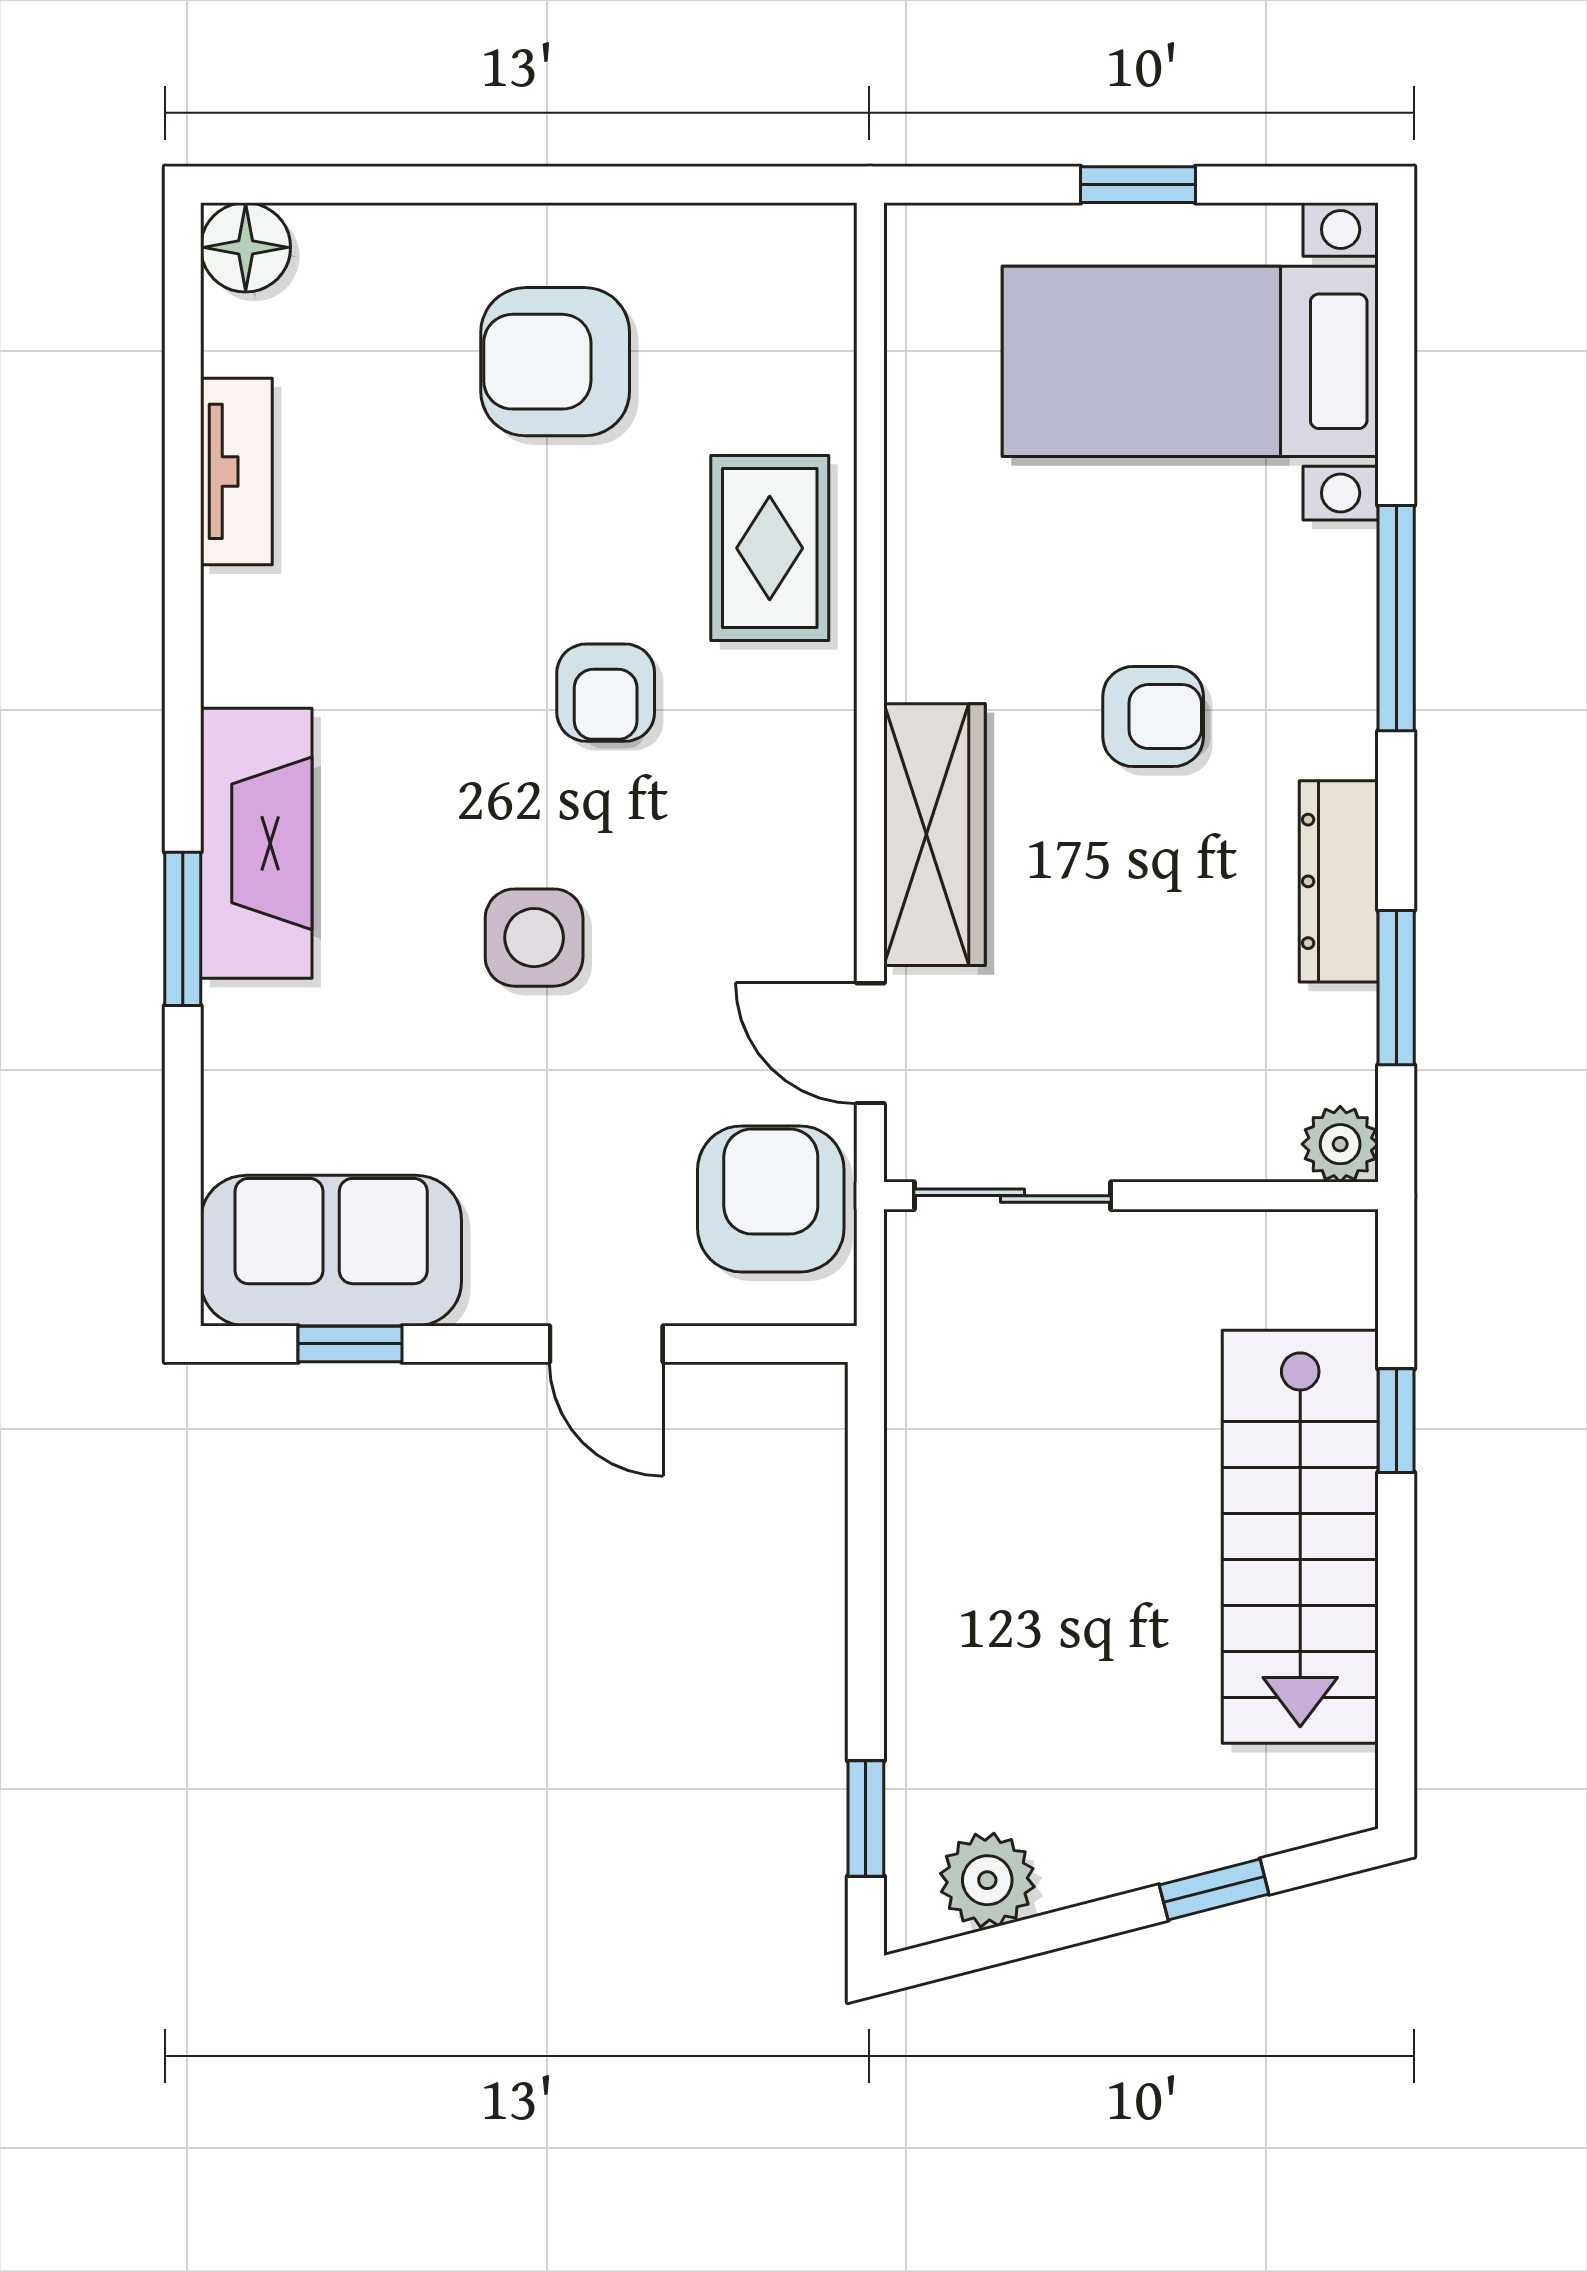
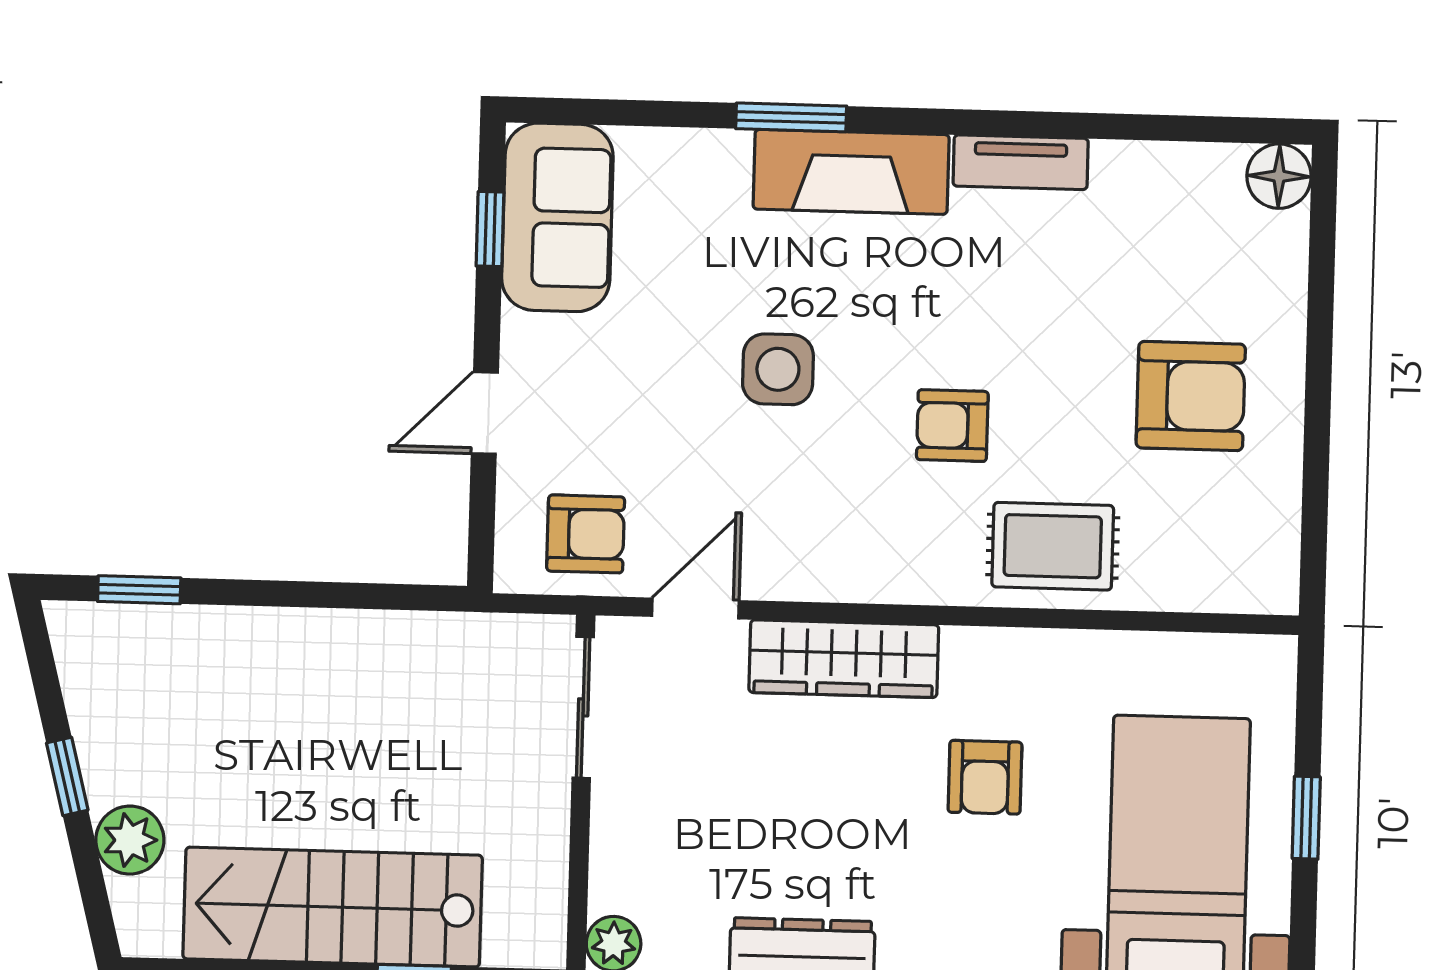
armchair: (555, 362) -> (1191, 396), turned 90
tv unit: (236, 471) -> (1021, 162), moved
armchair: (1153, 717) -> (985, 777), moved
armchair: (771, 1199) -> (586, 534), width x0.72, depth x0.72
plant: (987, 1880) -> (130, 840), moved
window: (1214, 1890) -> (67, 776), moved

